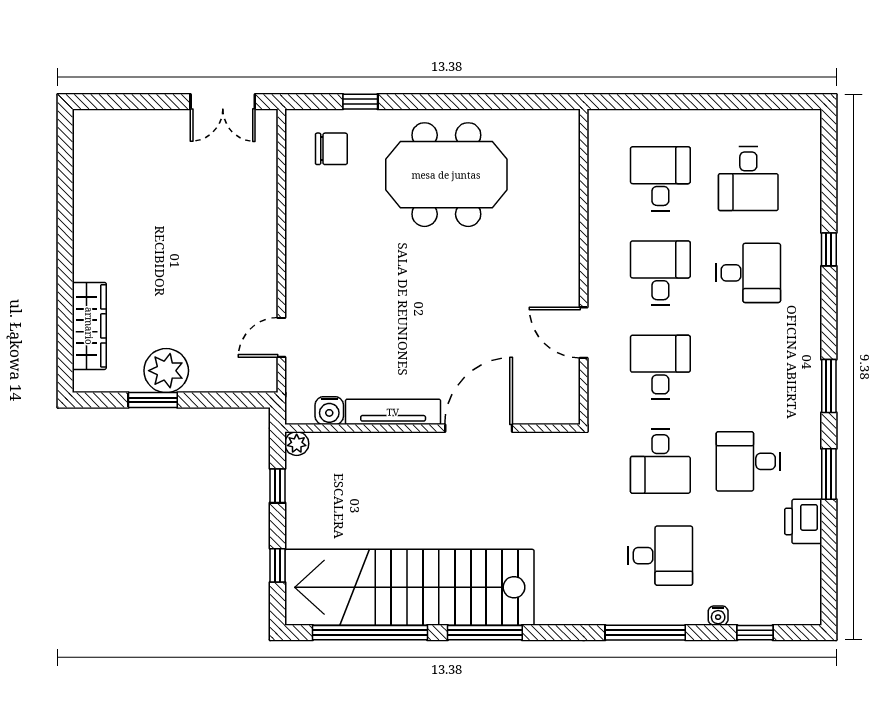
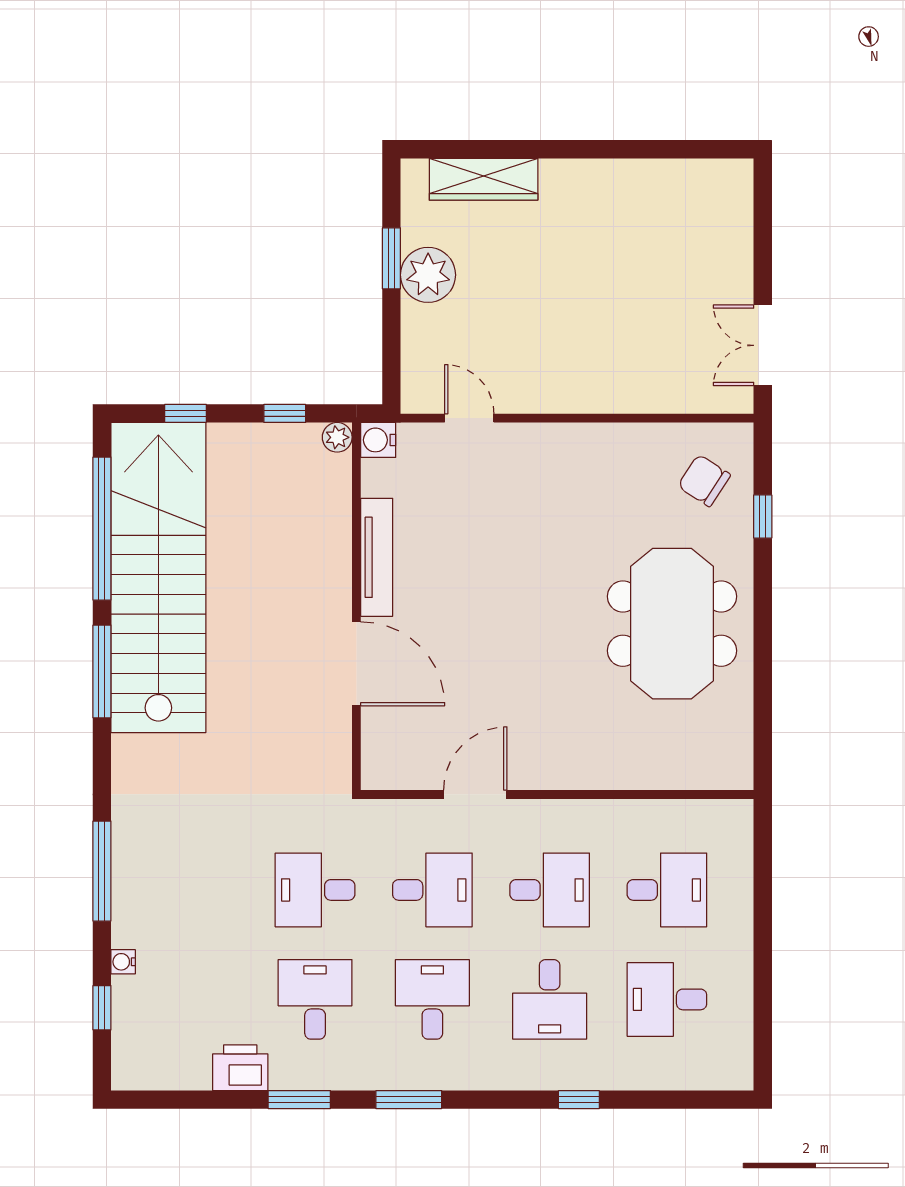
chair: (331, 149) -> (704, 480), turned 123
water cooler: (329, 411) -> (378, 440), moved
desk: (660, 556) -> (432, 999), moved, turned 180

